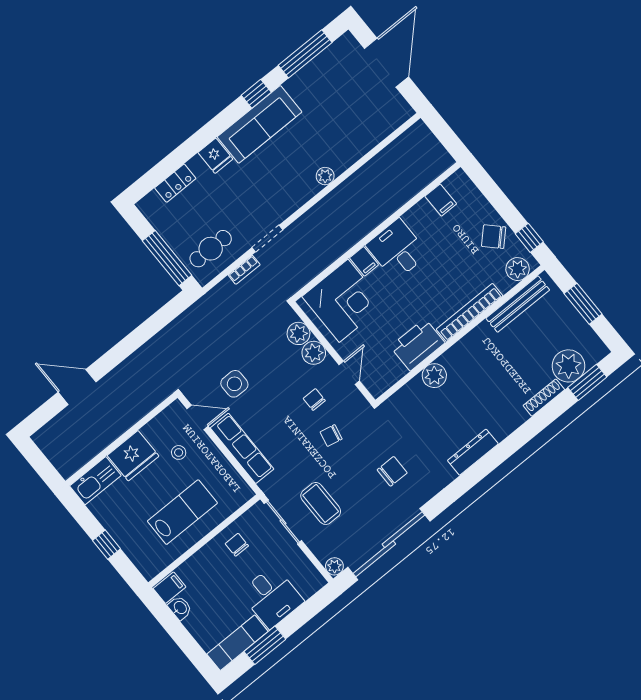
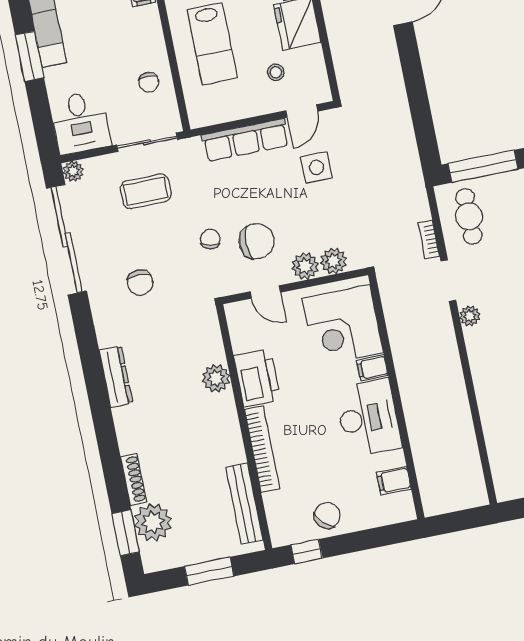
plant: (325, 176) -> (470, 316), moved
desk: (397, 250) -> (368, 418), width x1.37
plant: (518, 269) -> (281, 522), removed
chair: (314, 400) -> (257, 241), width x1.87, depth x1.87
chair: (237, 545) -> (149, 82), turned 90
desk: (272, 597) -> (80, 122), moved, turned -90

